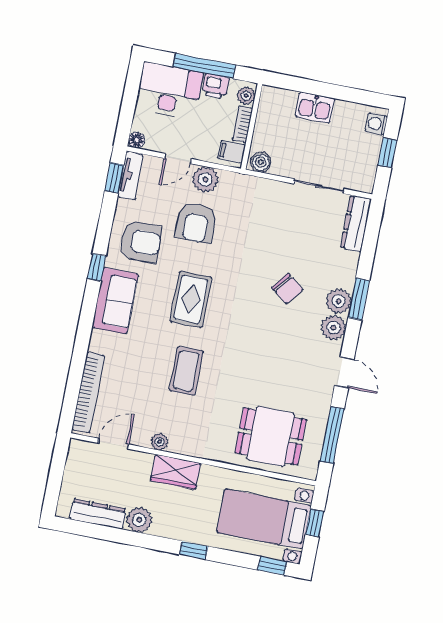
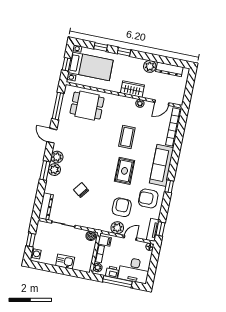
chair: (287, 289) -> (81, 190), moved
sofa: (115, 301) -> (162, 165), width x1.36
window: (272, 566) -> (101, 47), moved

